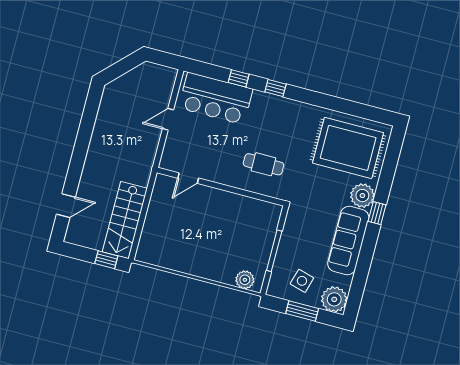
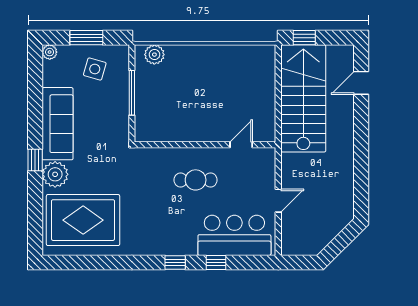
cafe table: (263, 164) -> (196, 180), moved
stairs: (125, 220) -> (303, 98), width x1.36, depth x1.51
plant: (334, 299) -> (50, 52), width x0.53, depth x0.53

